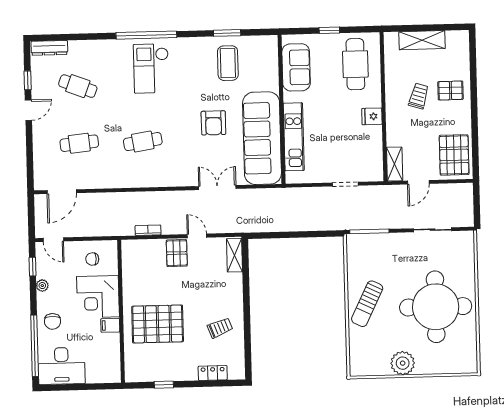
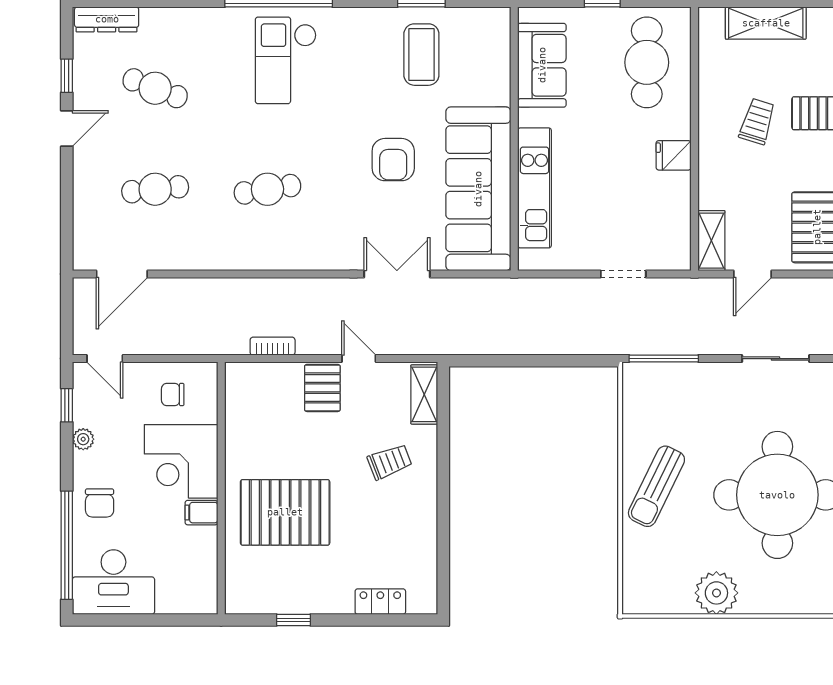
trolley: (220, 328) -> (390, 462), moved

